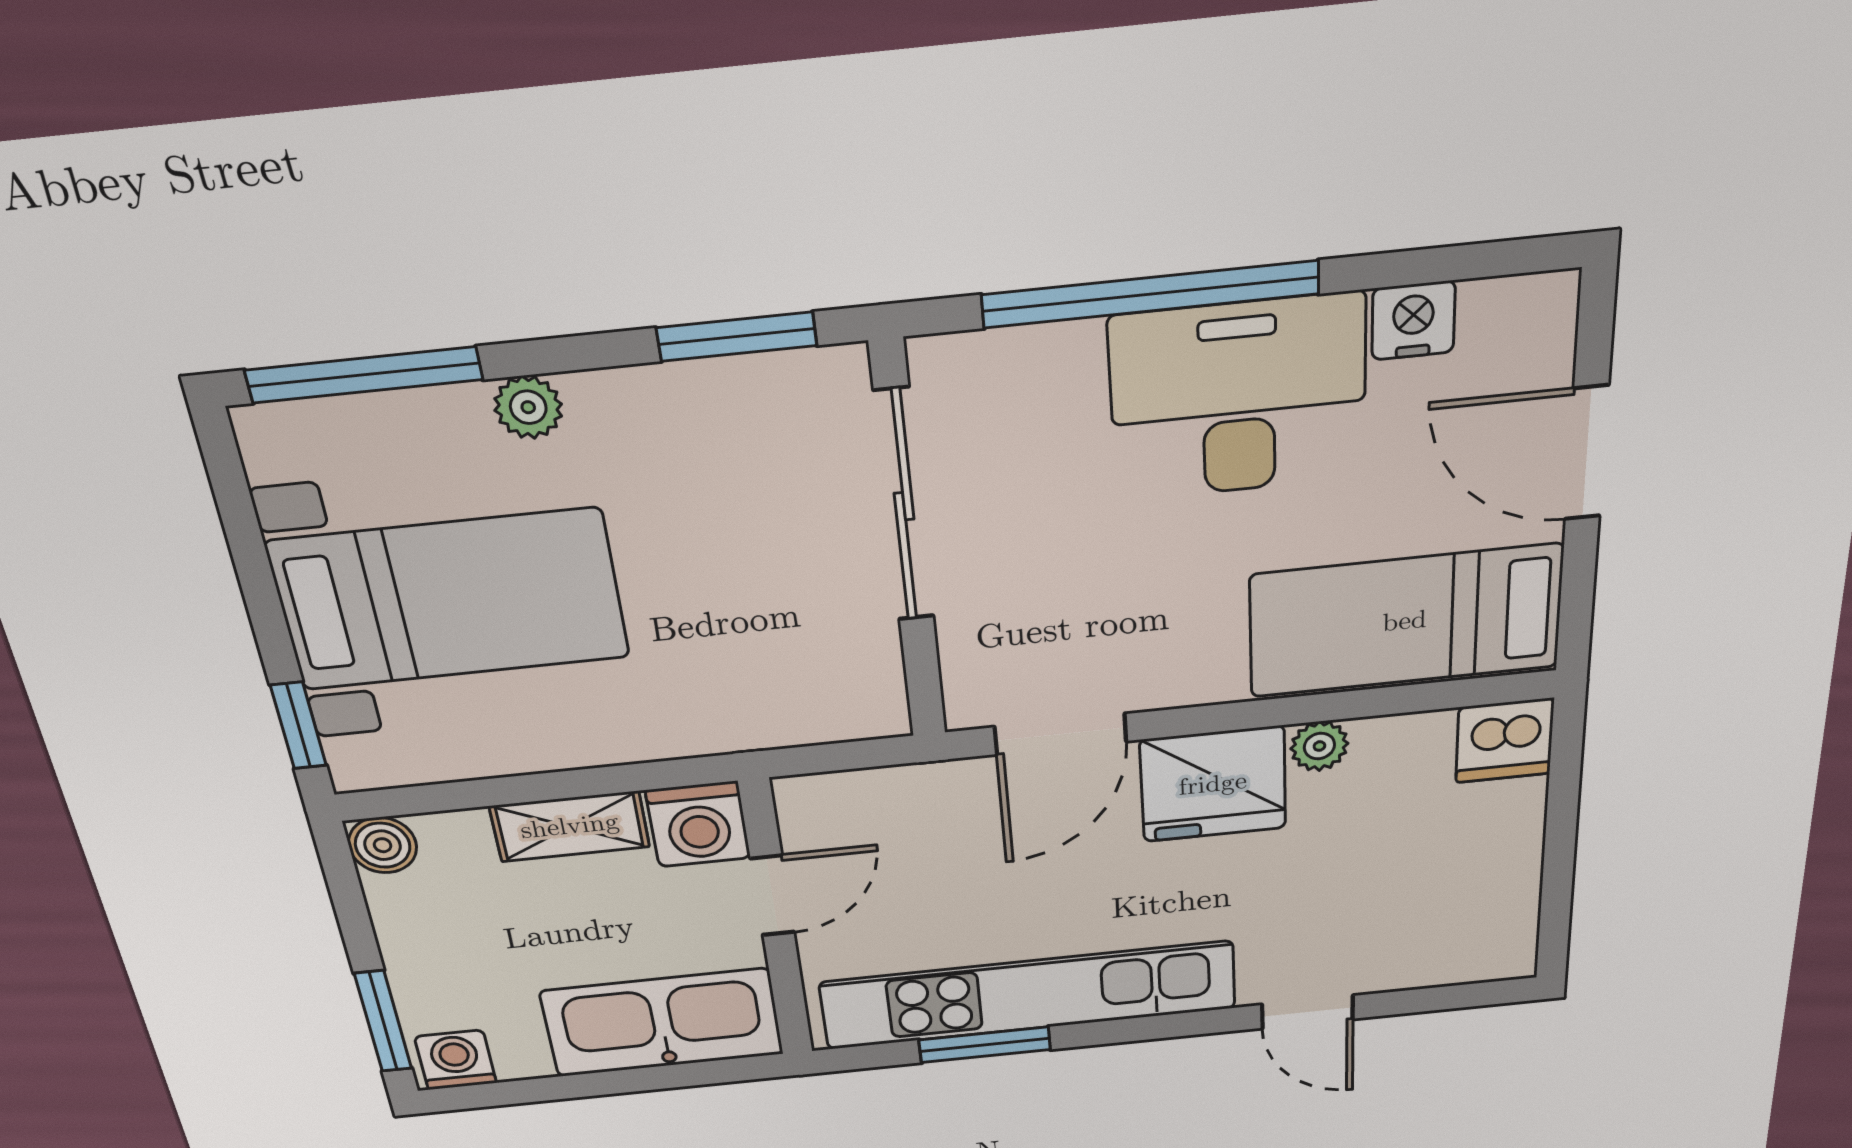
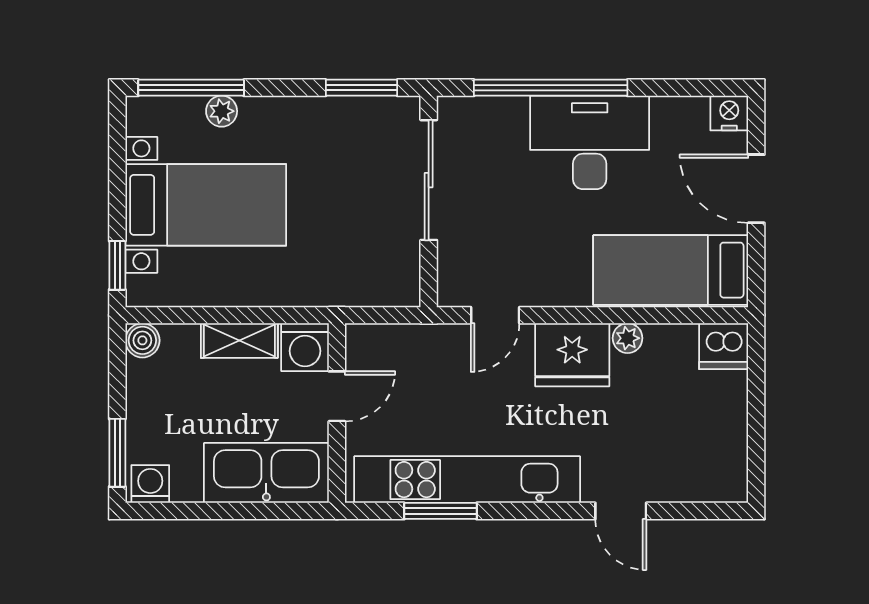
nightstand: (1413, 320) -> (729, 113), moved
plant: (528, 407) -> (222, 111), moved
door: (1060, 734) -> (495, 315), width x0.73

